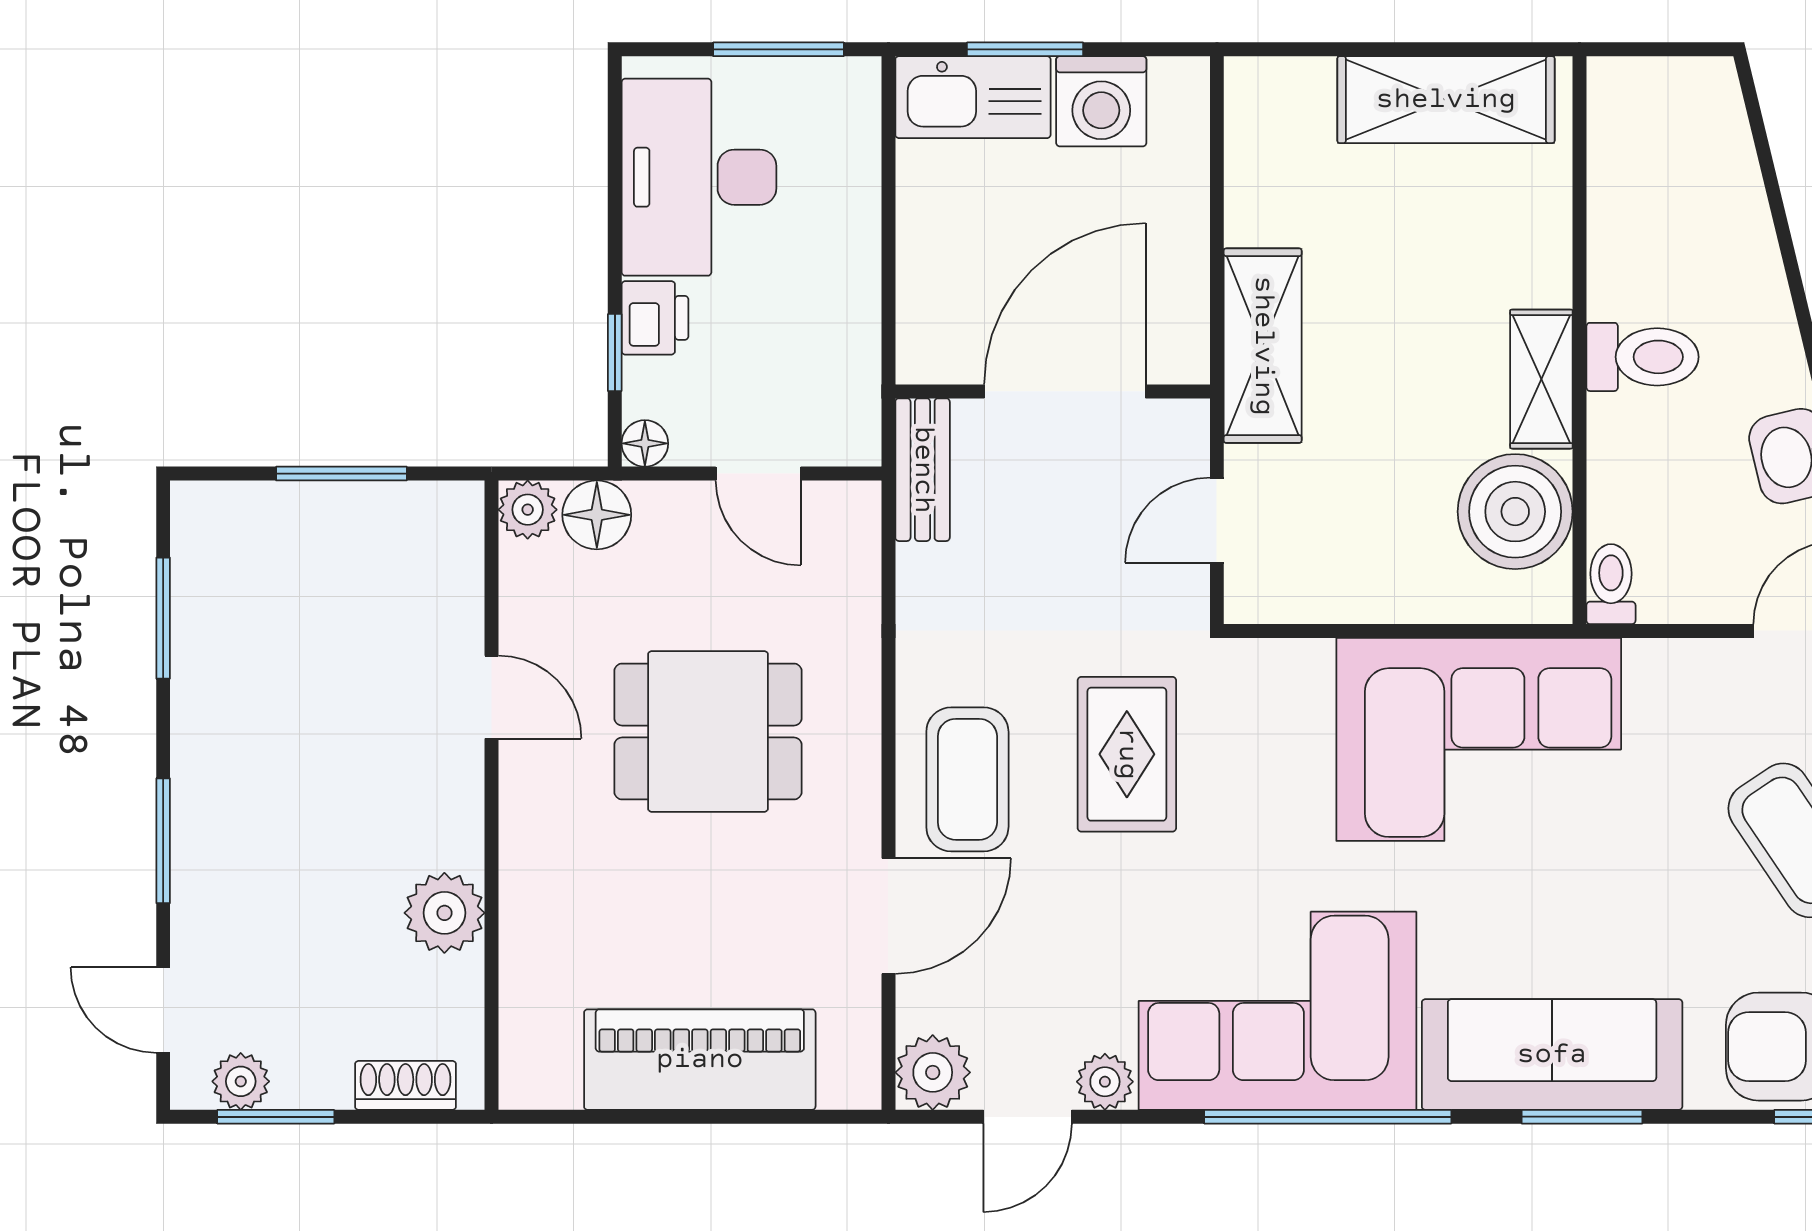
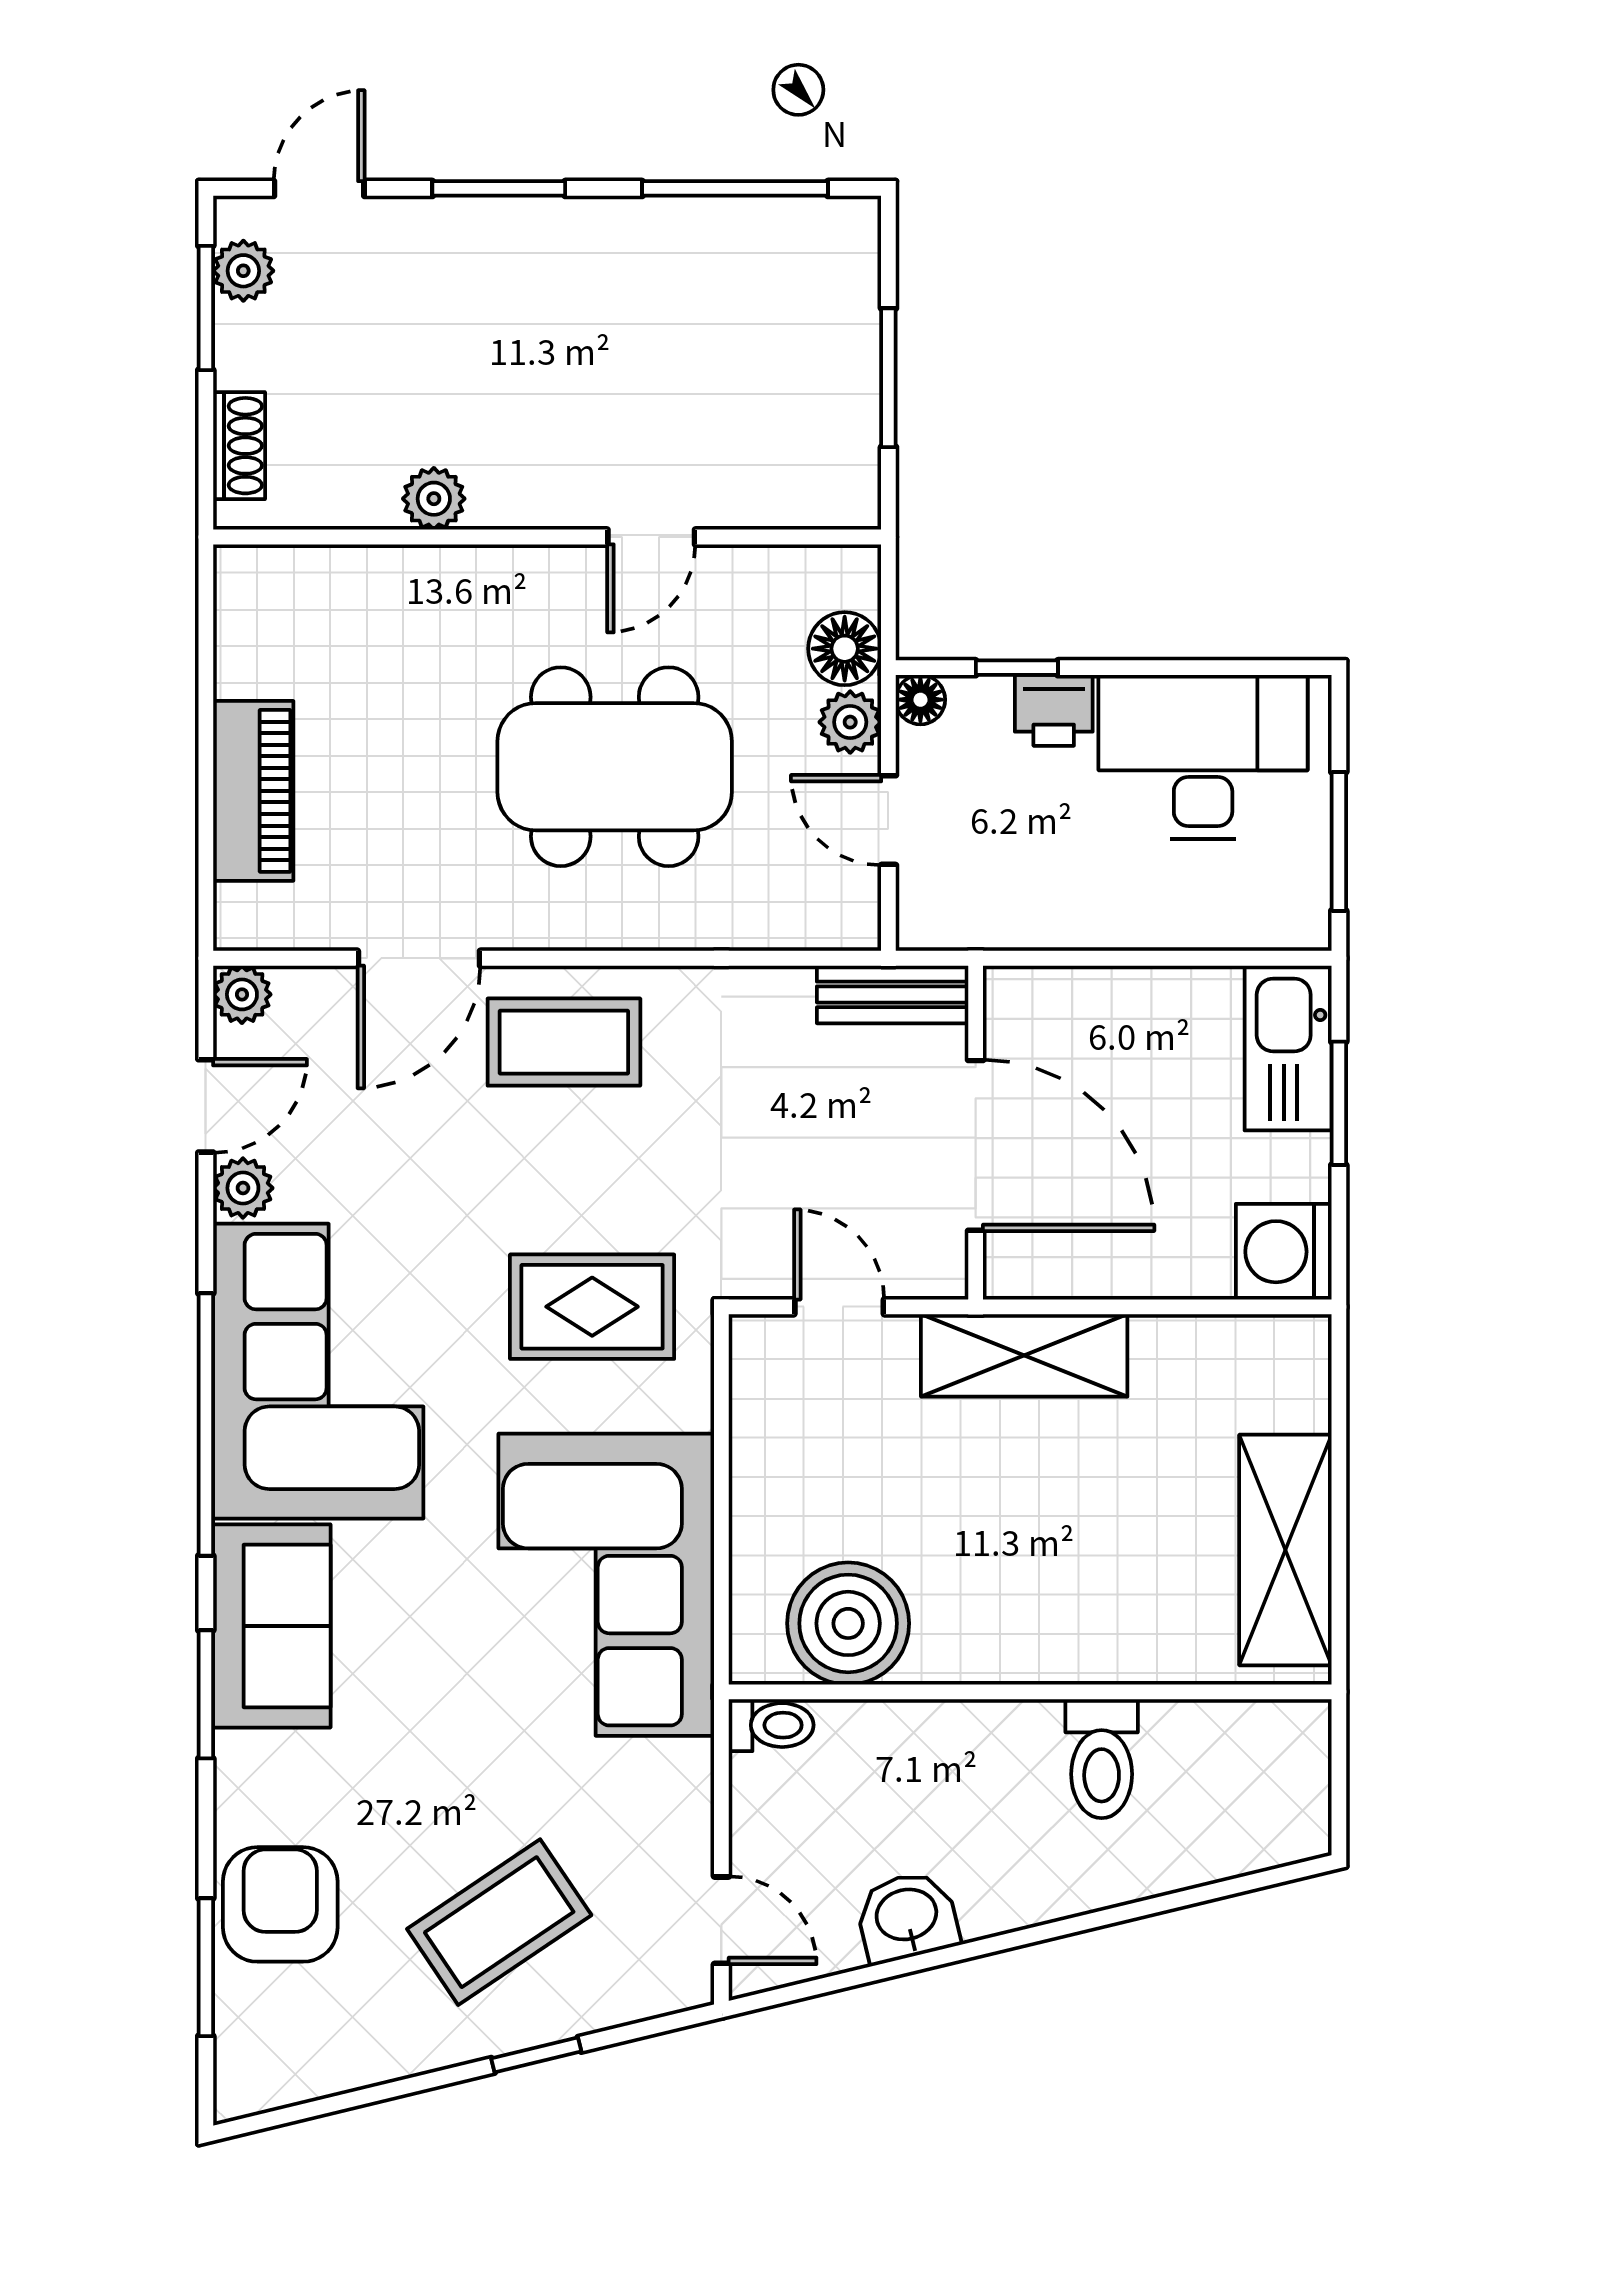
washing machine: (1101, 101) -> (1284, 1252), moved
toilet: (1643, 357) -> (1102, 1759), moved
shelving: (1541, 379) -> (989, 1651), removed
door: (758, 474) -> (888, 820), hinge flipped
plant: (528, 510) -> (850, 722), moved
window: (163, 618) -> (735, 188), width x1.44
dining table: (708, 731) -> (615, 767), width x1.38
rug: (1127, 754) -> (592, 1307), moved
plant: (444, 913) -> (434, 499), width x0.73, depth x0.73
door: (888, 916) -> (419, 958), hinge flipped
sofa: (1552, 1055) -> (272, 1626), width x0.73
piano: (700, 1060) -> (253, 791), width x0.73, depth x0.75
plant: (933, 1072) -> (242, 994), width x0.73, depth x0.73
door: (1028, 1117) -> (206, 1106), swing flipped

